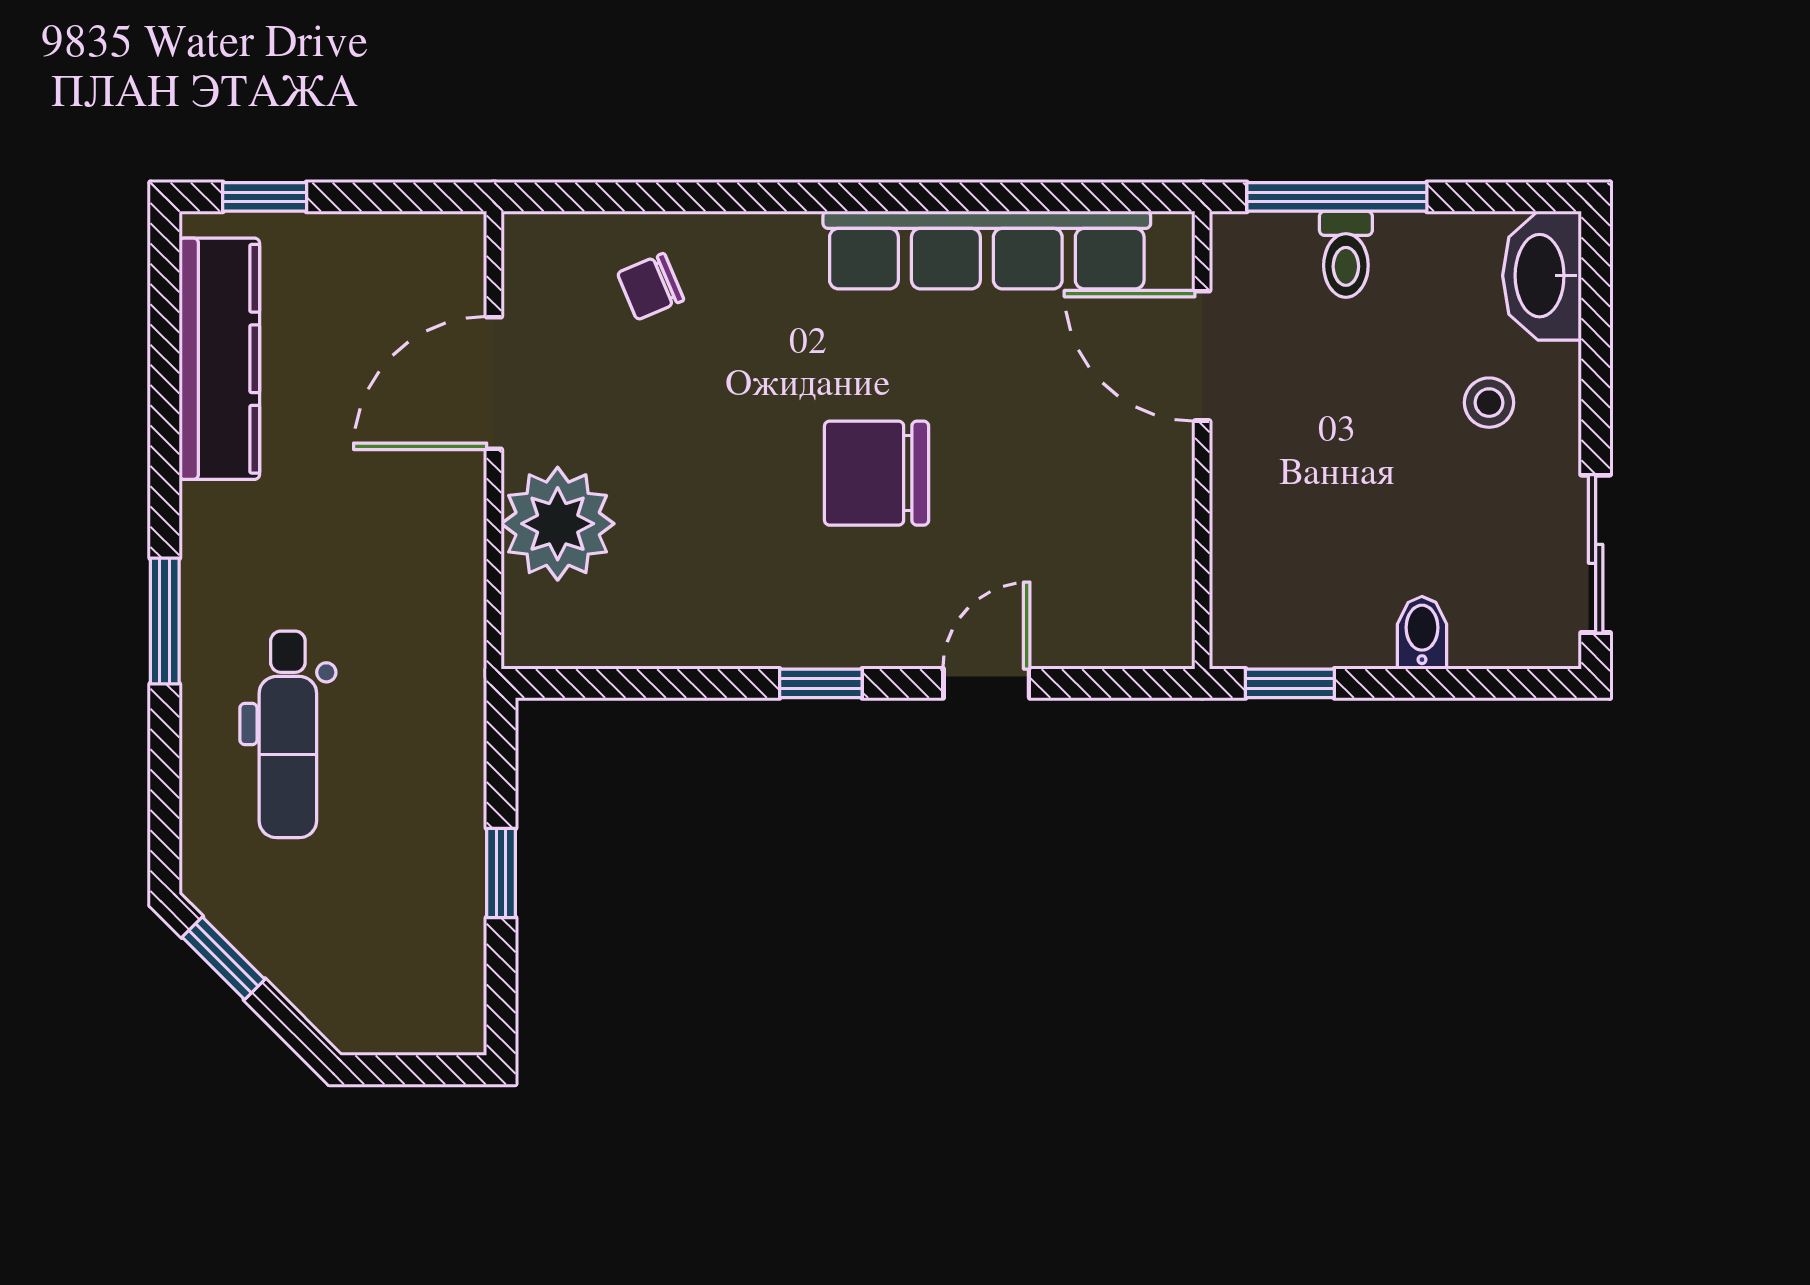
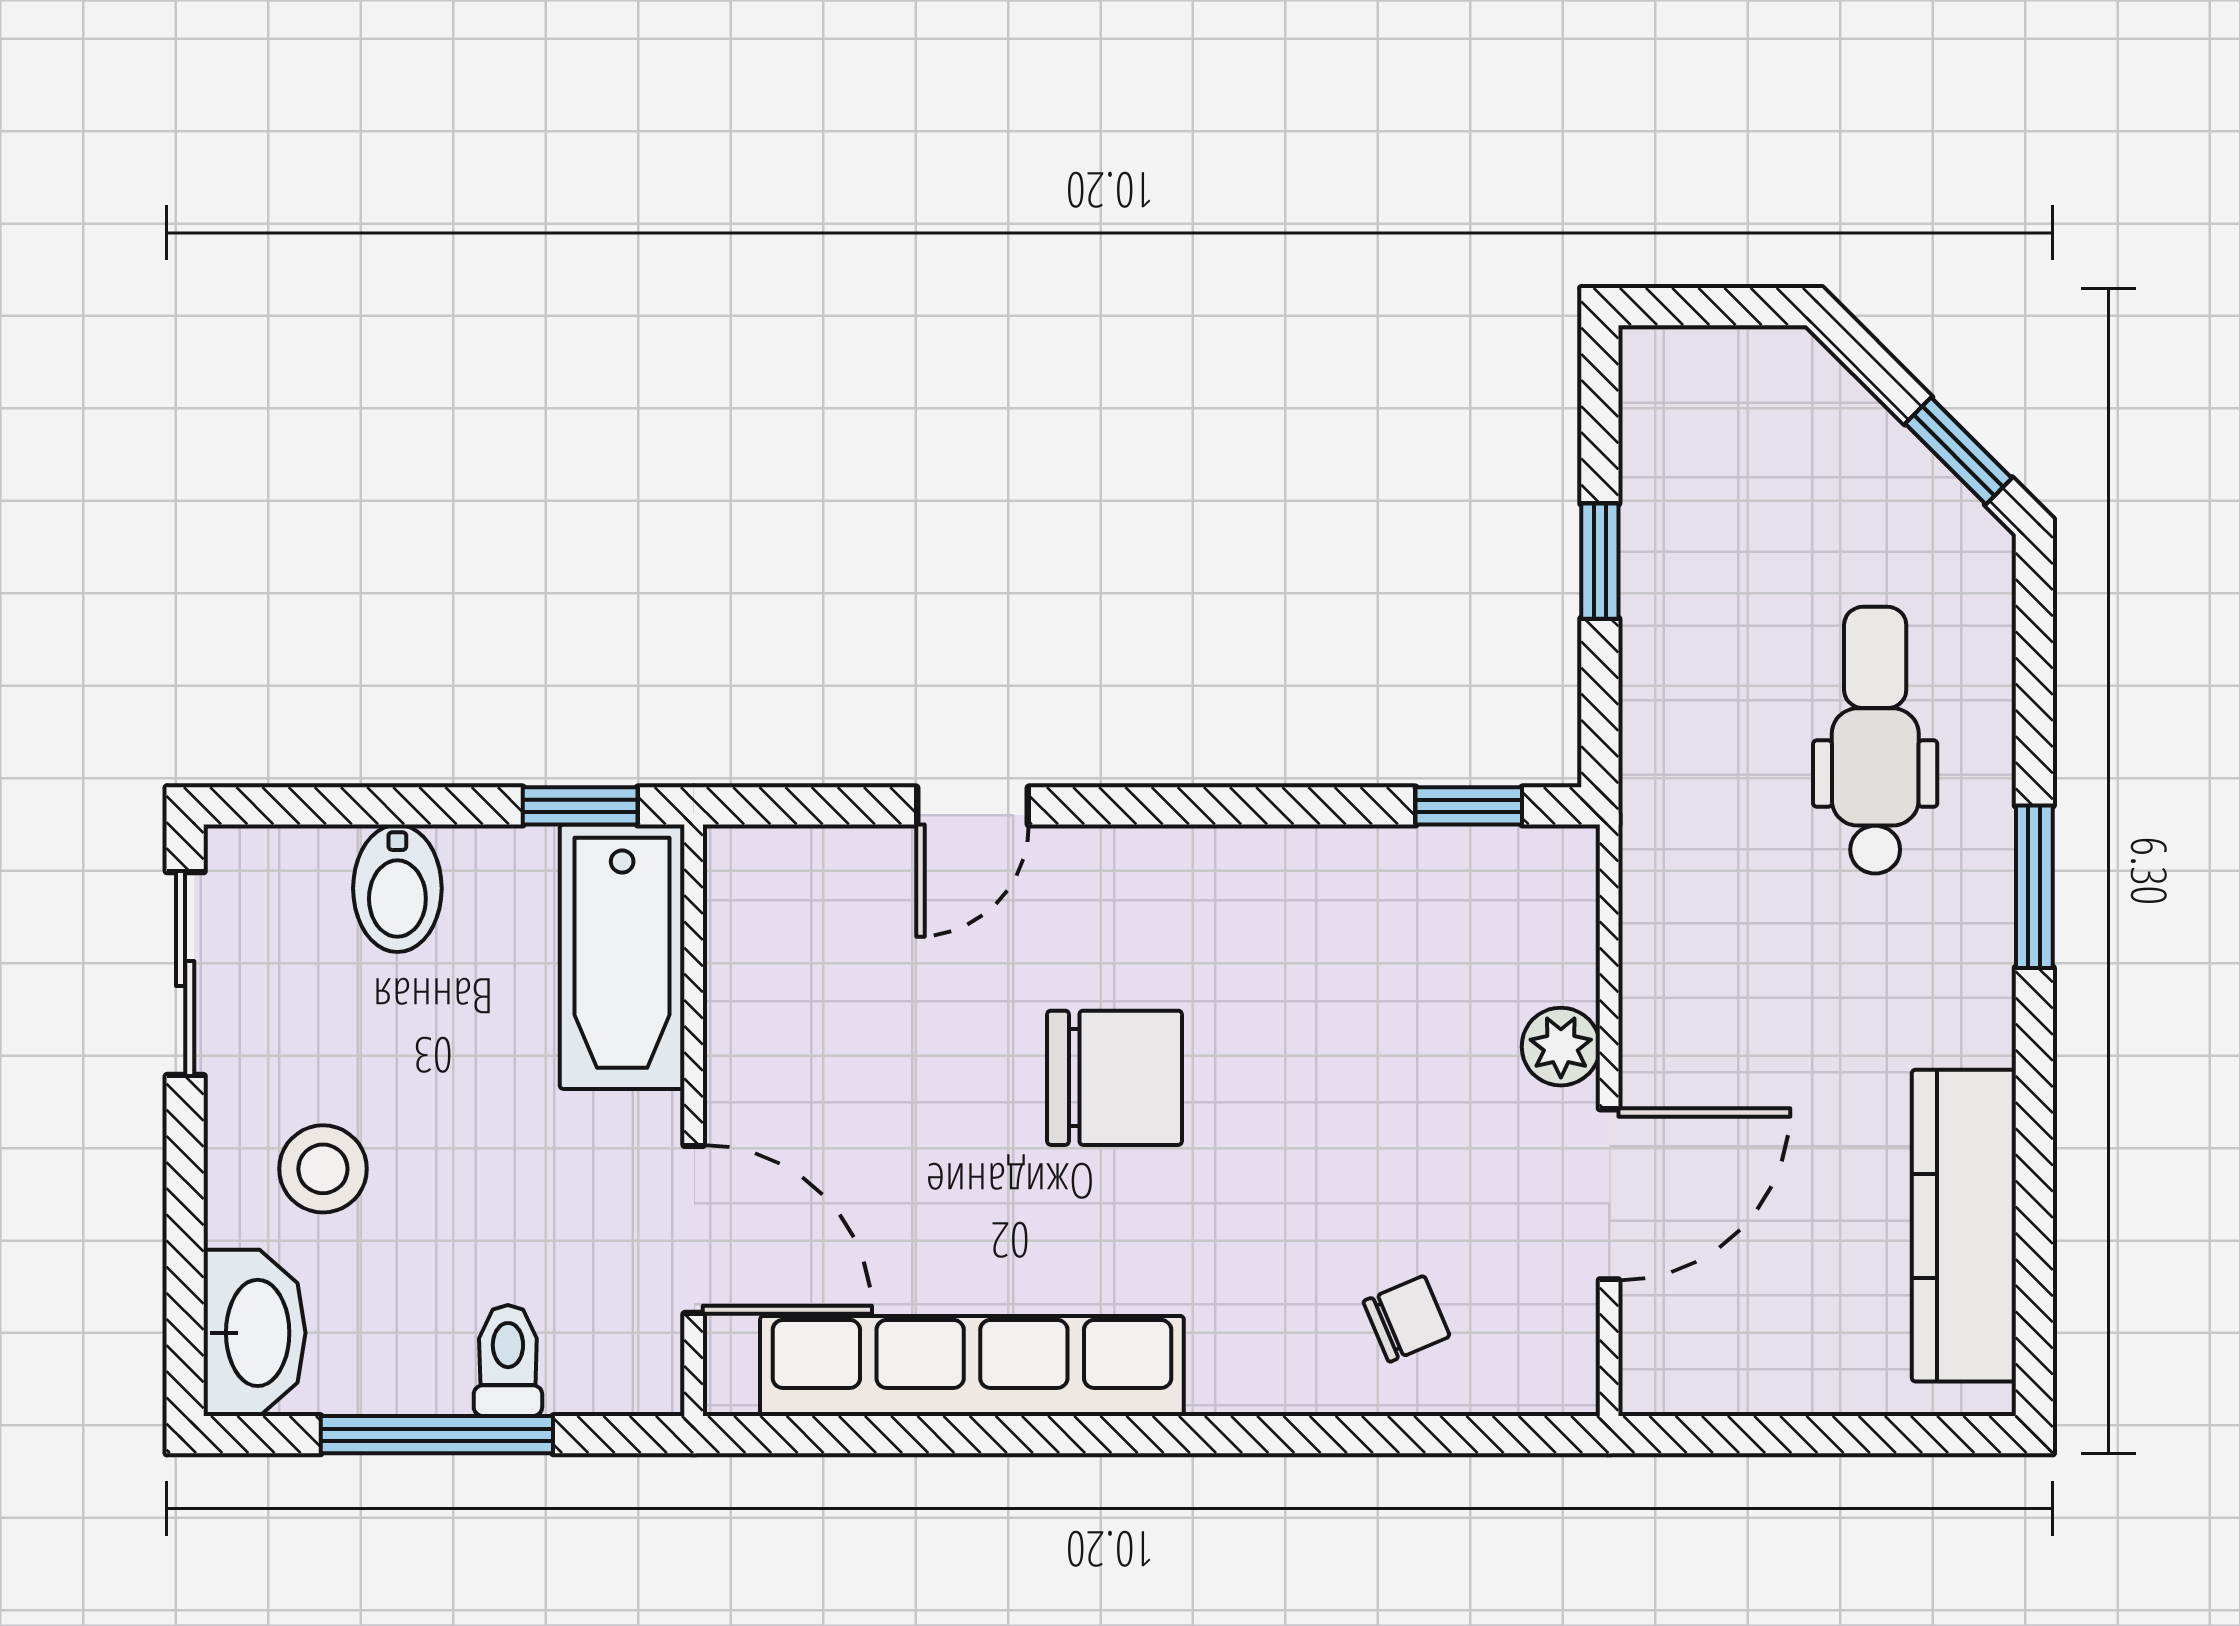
window: (265, 197) -> (1905, 1435), removed
window: (1337, 197) -> (437, 1435), moved
stool: (1489, 403) -> (323, 1169), width x1.37, depth x1.37
plant: (558, 524) -> (1561, 1047), width x0.53, depth x0.53
bathtub: (1258, 567) -> (622, 957), added
bidet: (1422, 633) -> (397, 888), width x1.38, depth x1.36
window: (821, 683) -> (1469, 806), moved

